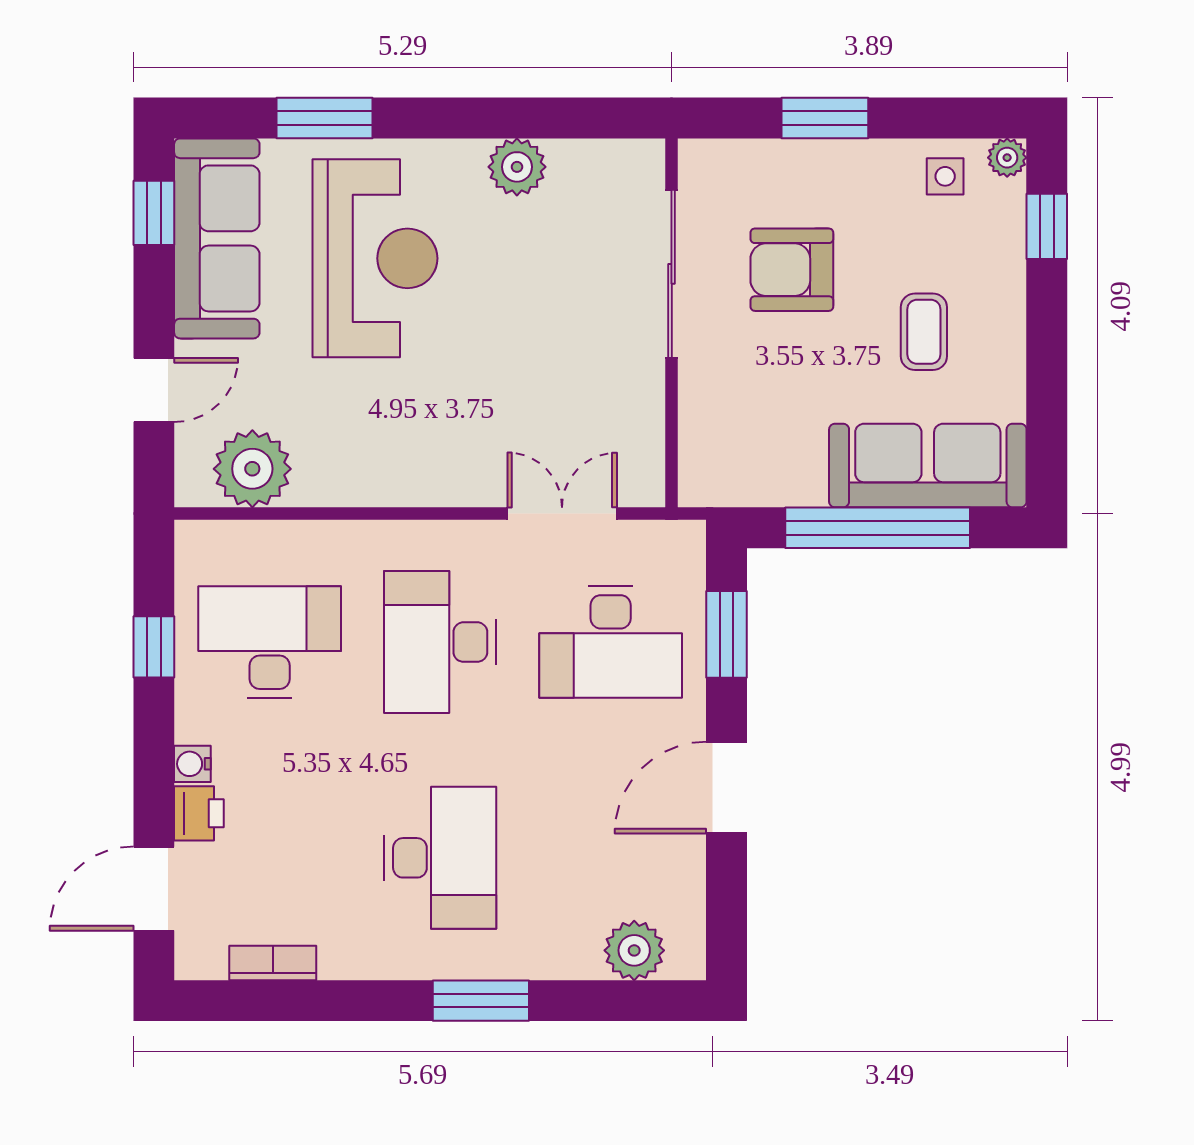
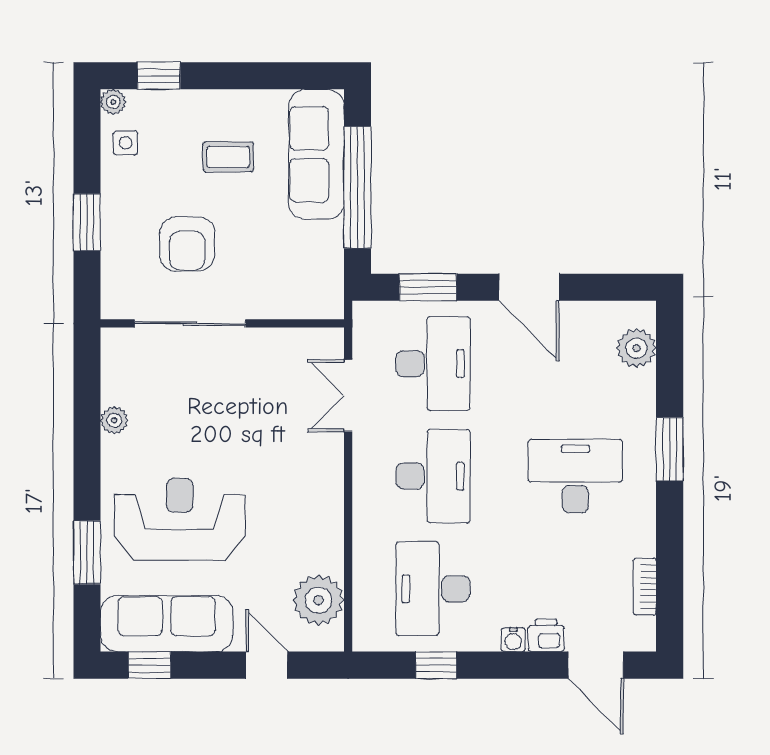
plant: (517, 167) -> (114, 420), width x0.73, depth x0.73
desk: (440, 642) -> (433, 476), turned -90

